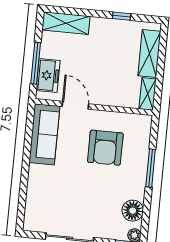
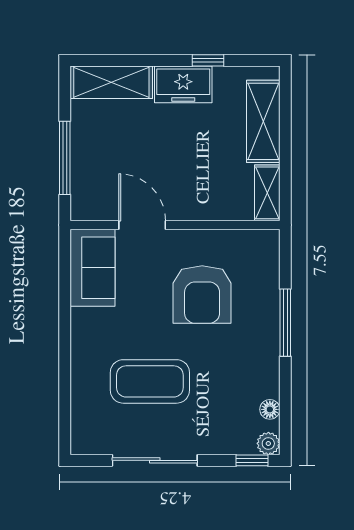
freezer: (48, 75) -> (183, 84), moved, turned 90
sofa: (44, 134) -> (93, 268), width x0.73
coffee table: (71, 194) -> (150, 381), added
floor lamp: (133, 211) -> (270, 409), width x0.53, depth x0.53

